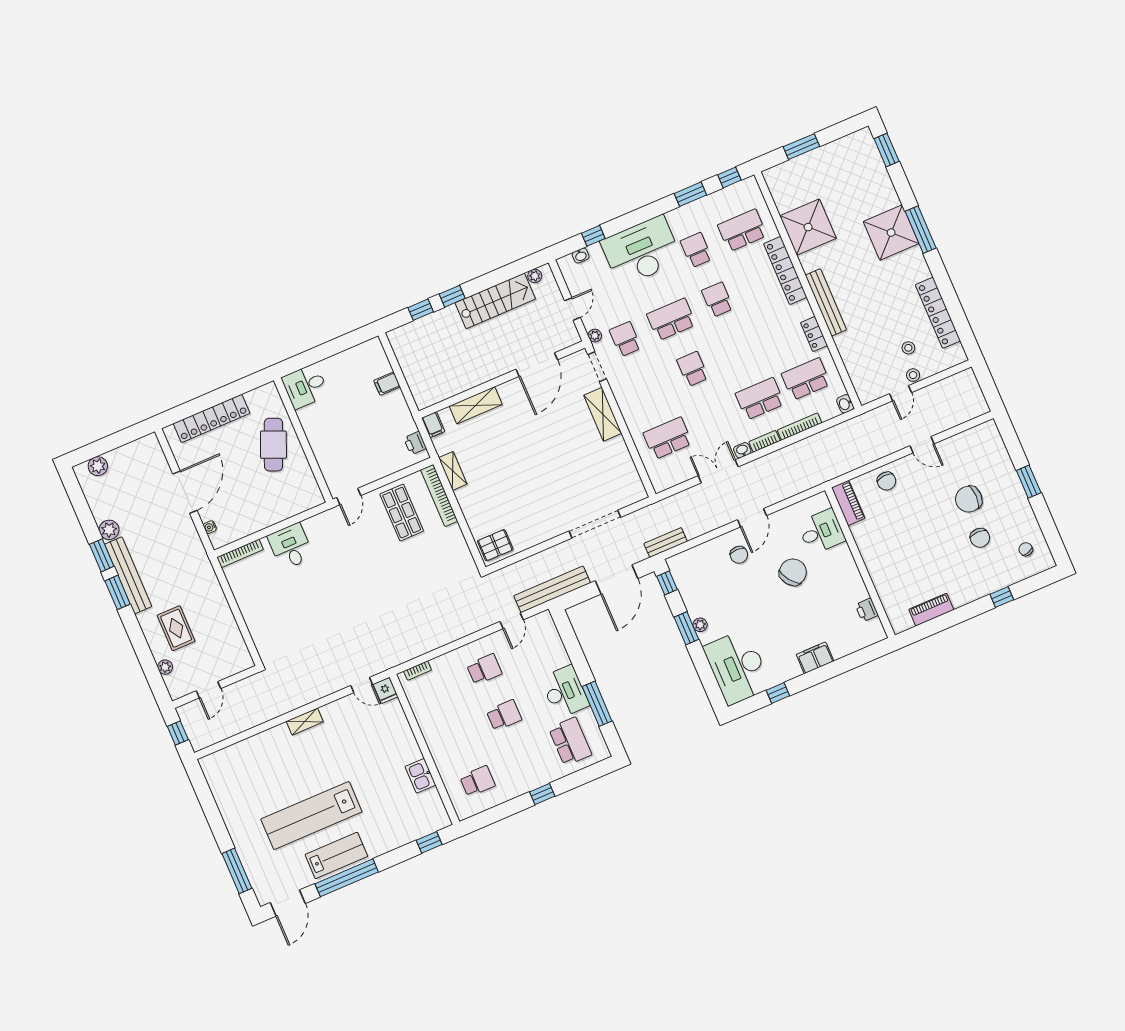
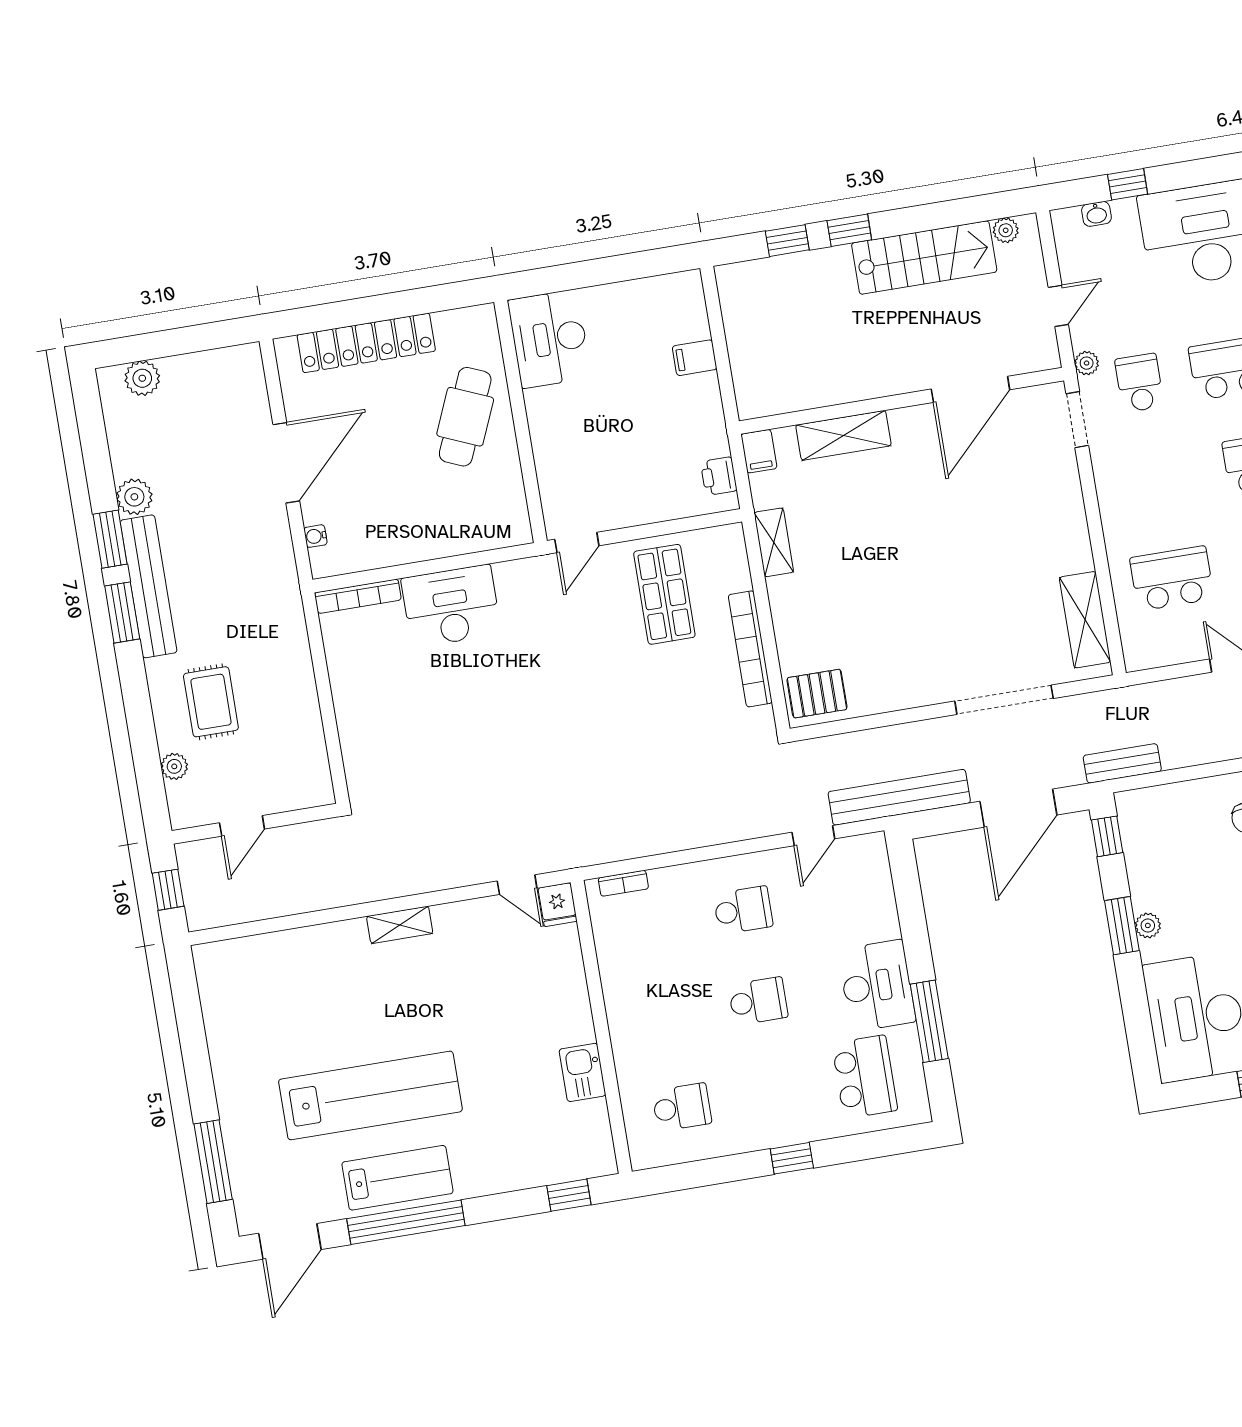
desk: (305, 386) -> (549, 339), width x1.37
shelving: (603, 414) -> (1085, 620), moved
bookcase: (439, 495) -> (750, 649), moved
desk: (291, 546) -> (451, 606), width x1.37
lab bench: (311, 815) -> (370, 1095), turned 180

